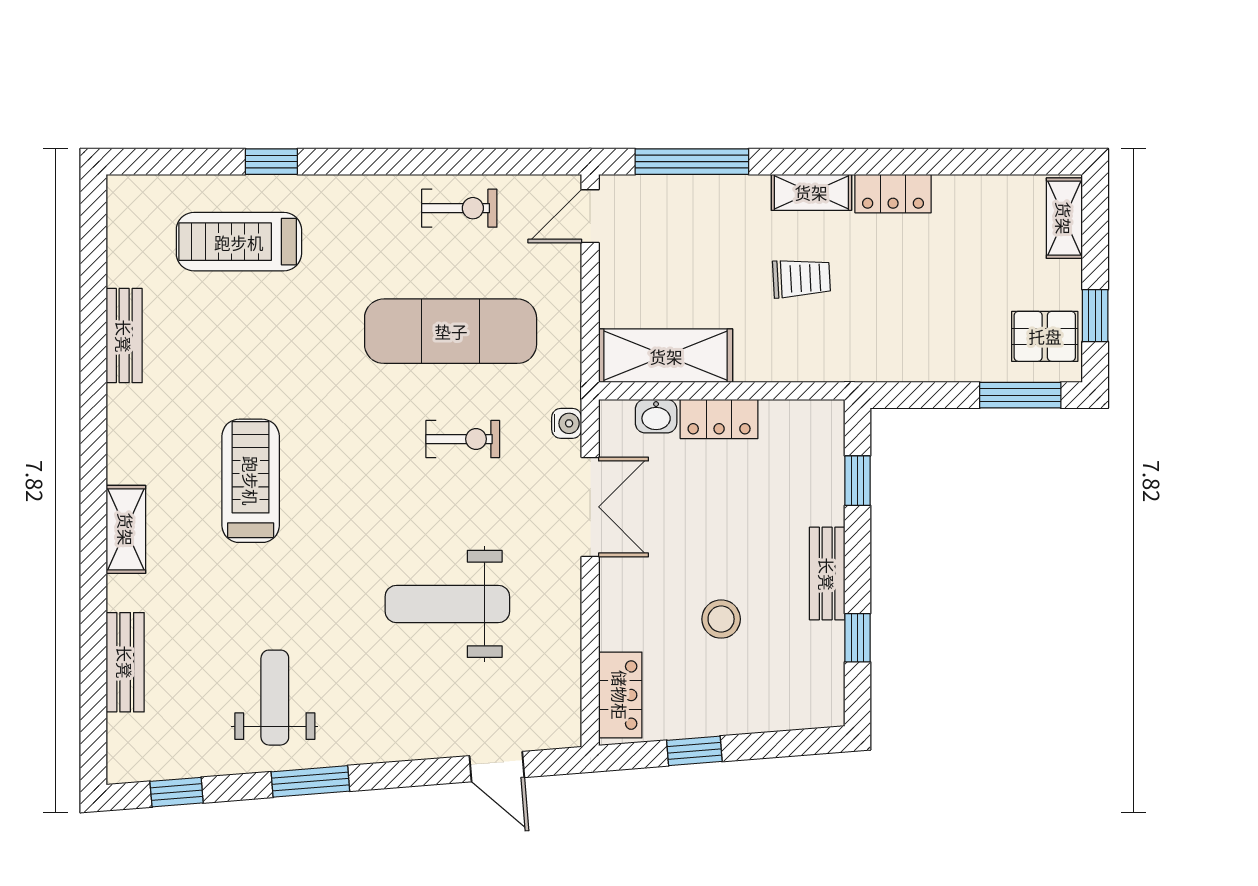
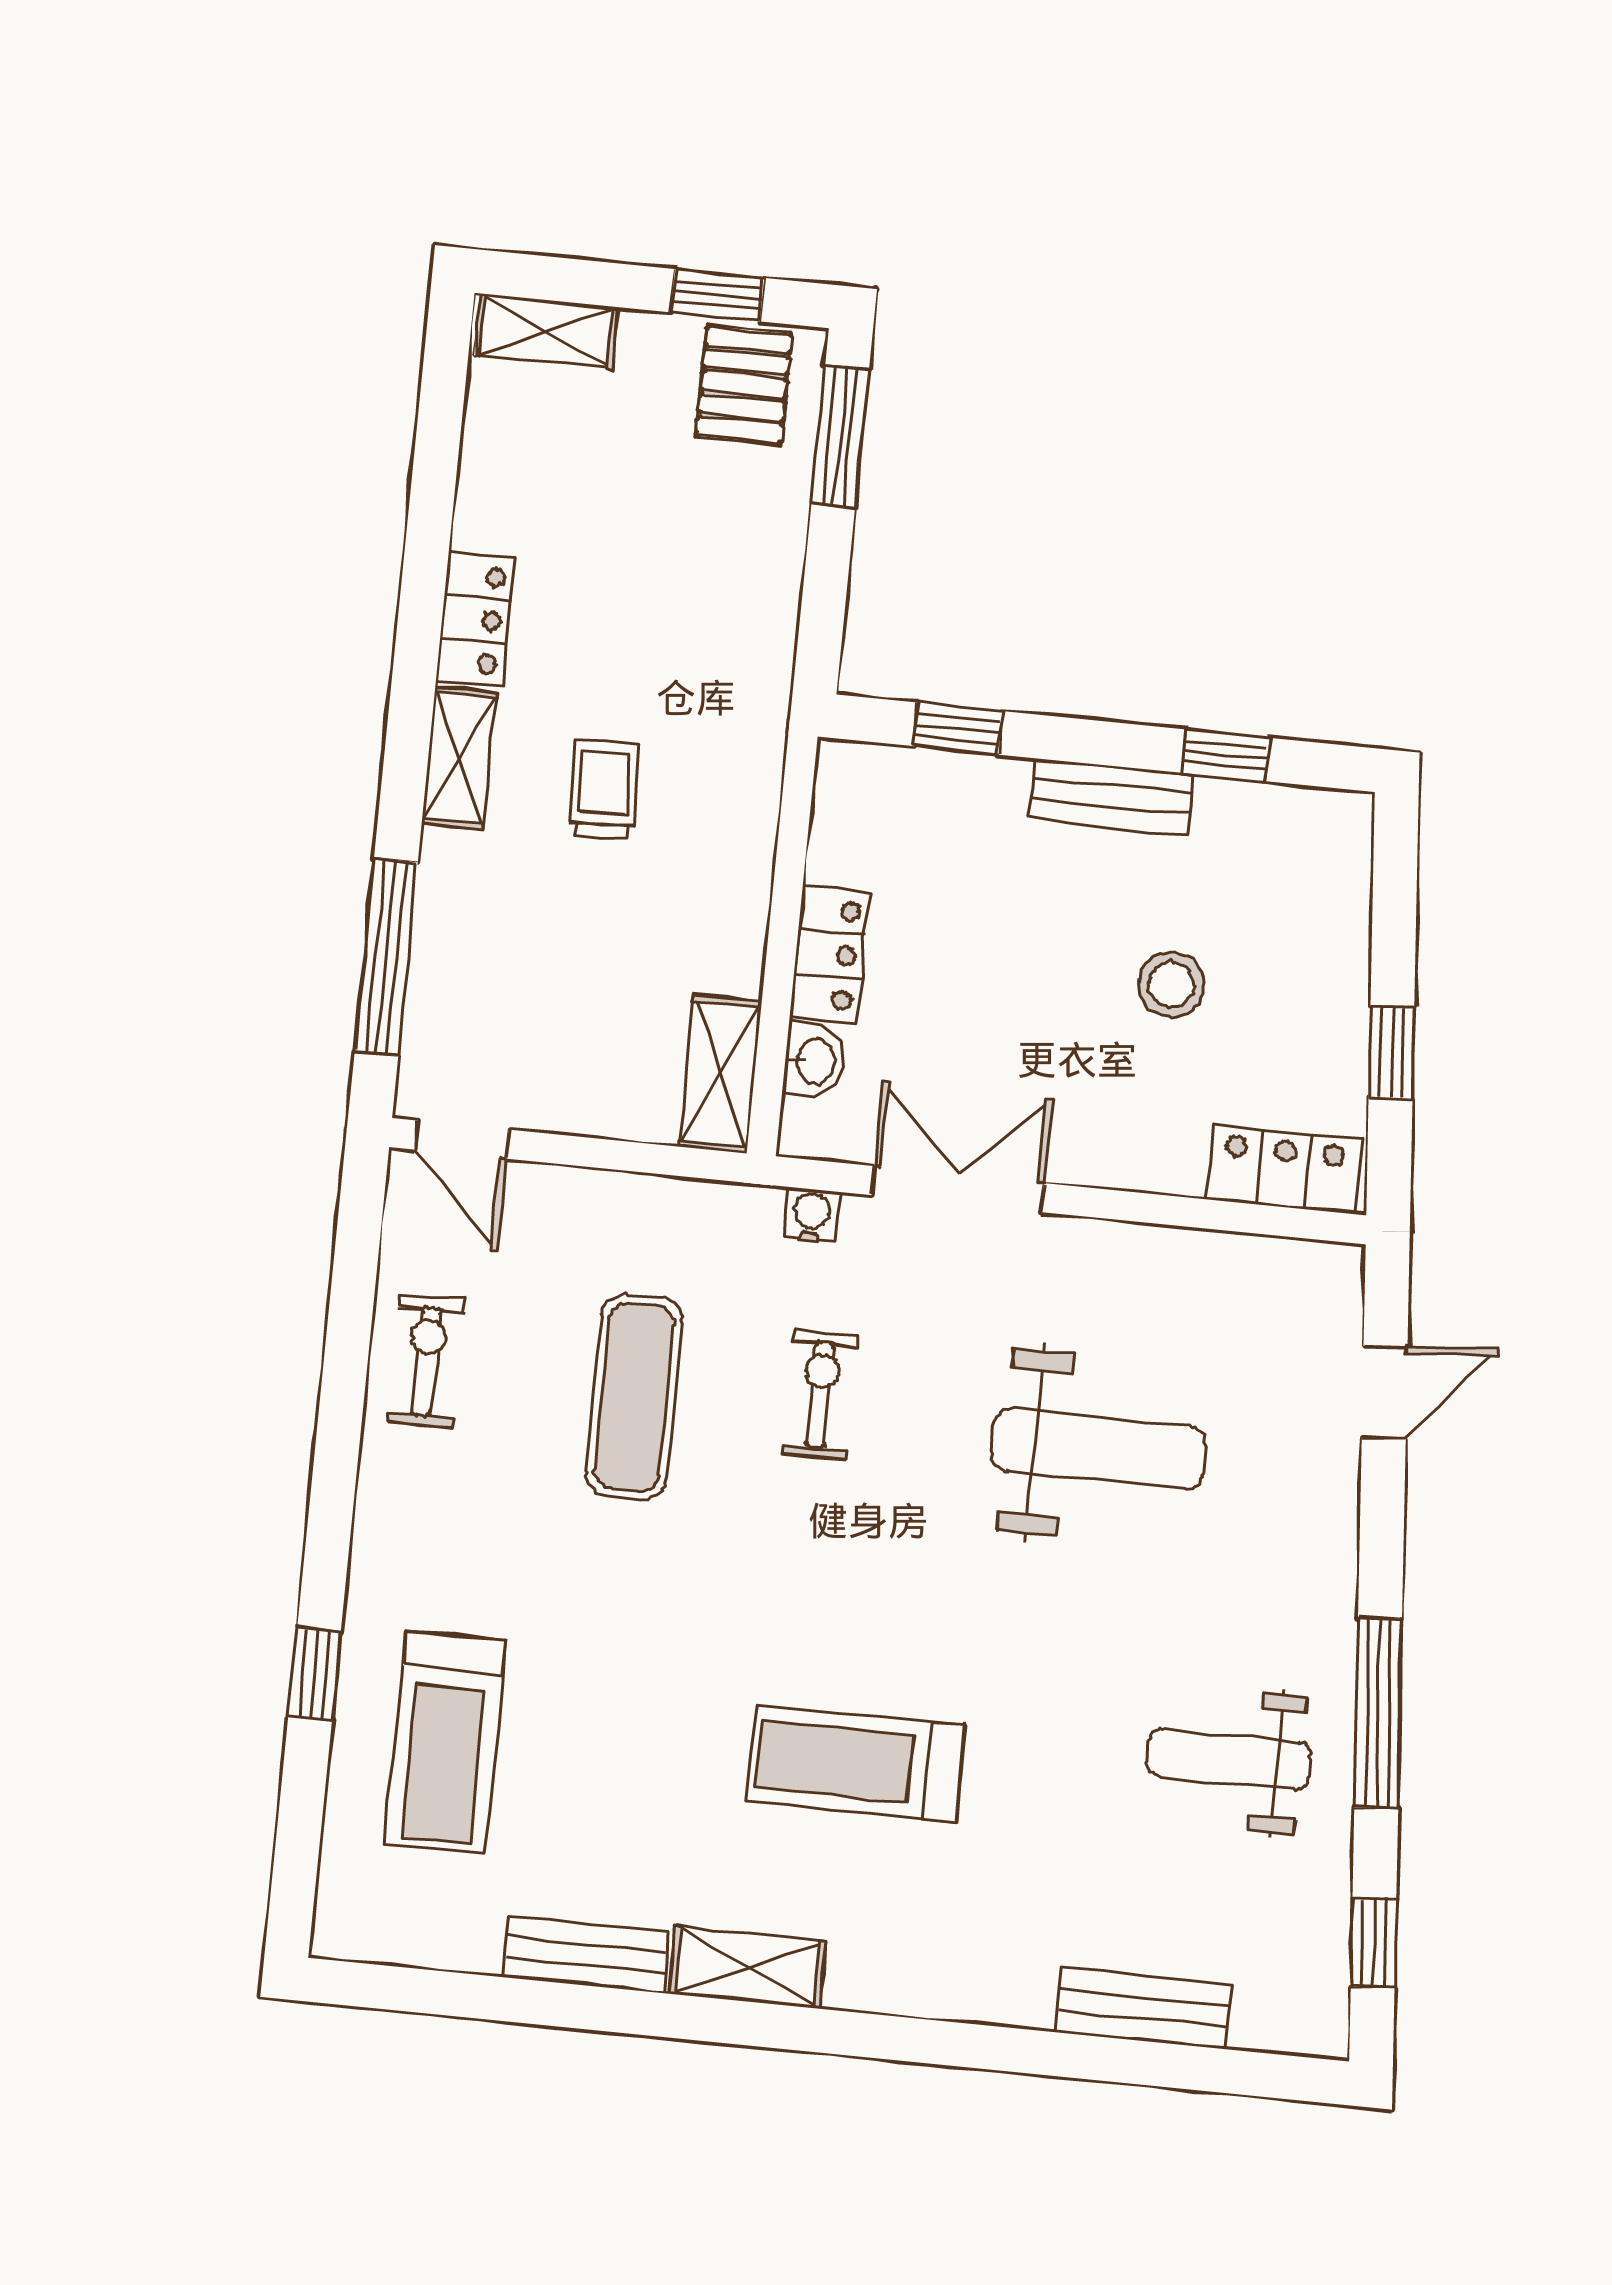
exercise mat: (451, 331) -> (634, 1397), width x0.73, depth x0.69
shelving: (666, 356) -> (720, 1074), width x0.67, depth x0.75
shelving: (126, 529) -> (748, 1967), moved
weight bench: (447, 604) -> (1099, 1449), turned -90
window: (310, 781) -> (1378, 1713), width x1.44

